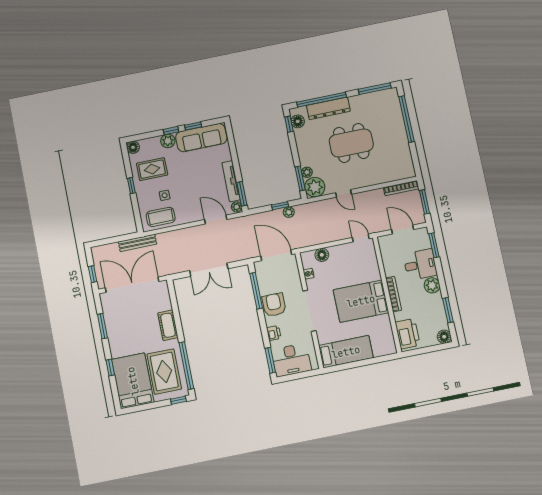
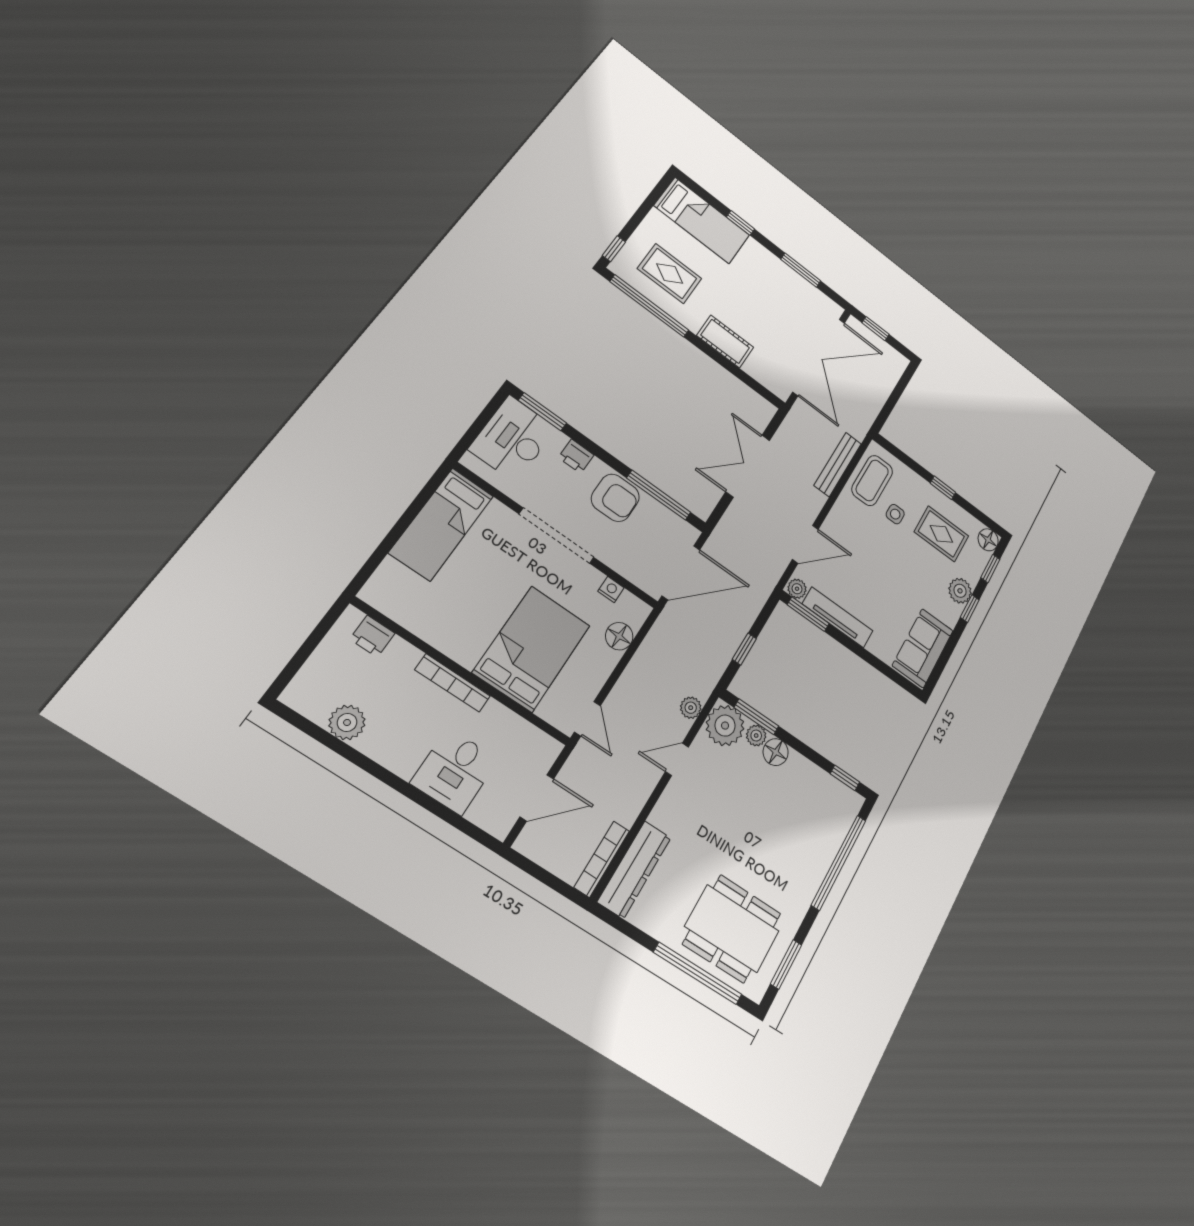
window: (375, 89) -> (786, 964), width x0.69
dresser: (328, 108) -> (634, 870), moved, turned 180
floor lamp: (298, 121) -> (776, 752), moved
window: (193, 126) -> (990, 568), moved
sofa: (201, 138) -> (923, 648), width x0.73
dining table: (351, 143) -> (732, 929), moved, turned 90
rug: (152, 169) -> (941, 534), turned 90
window: (424, 202) -> (545, 877), removed
plant: (289, 212) -> (691, 708), moved
door: (361, 238) -> (587, 719), hinge flipped
bench: (137, 243) -> (838, 464), moved
window: (434, 245) -> (463, 825), removed
plant: (432, 285) -> (347, 722), moved
bed: (361, 301) -> (532, 649), moved
window: (448, 310) -> (335, 744), removed
printer: (408, 334) -> (372, 636), width x0.53, depth x0.68
floor lamp: (444, 337) -> (299, 695), removed
rug: (164, 372) -> (670, 273), width x0.73, depth x0.70
bed: (133, 381) -> (702, 220), width x0.67

